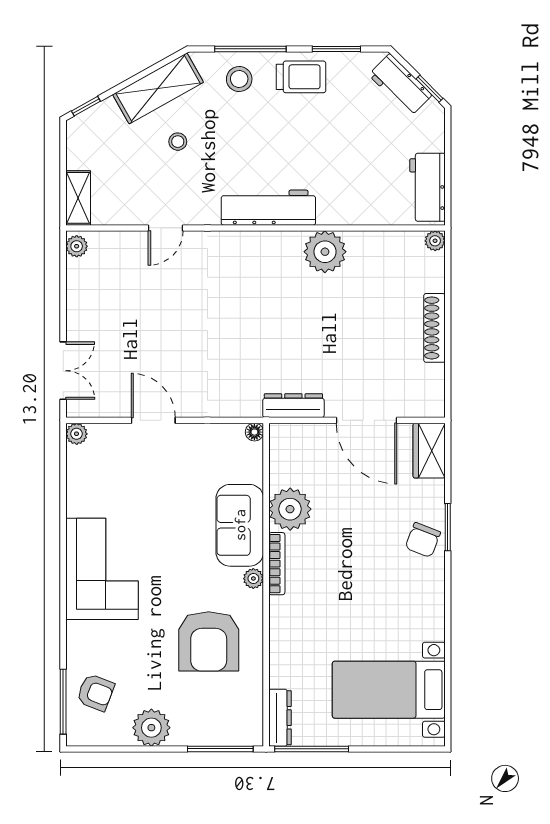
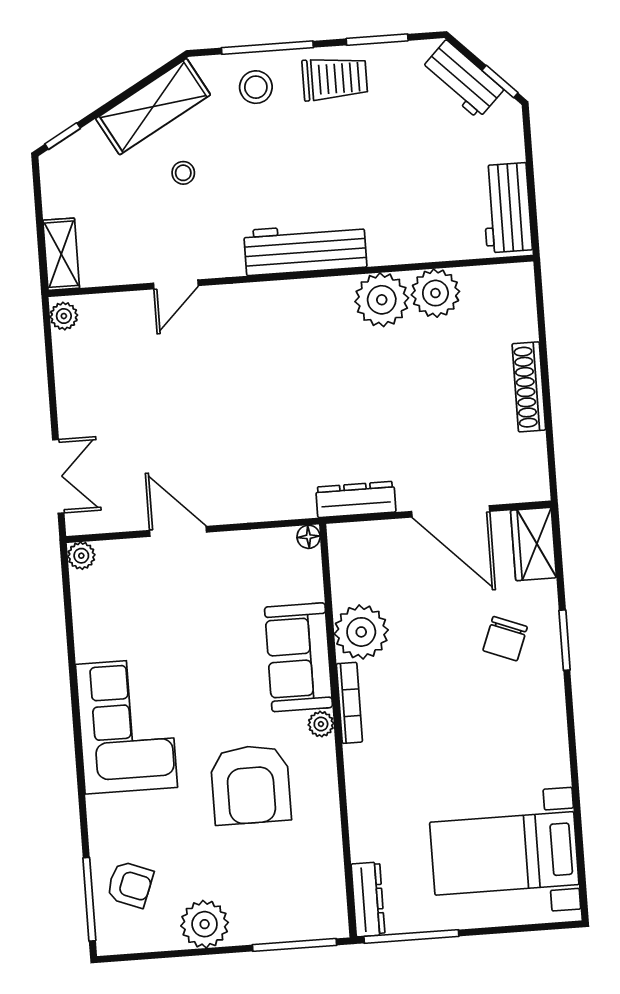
plant: (435, 241) -> (435, 293), moved, width x1.87, depth x1.87
chair: (423, 540) -> (505, 639), moved
armchair: (209, 641) -> (251, 785), moved

